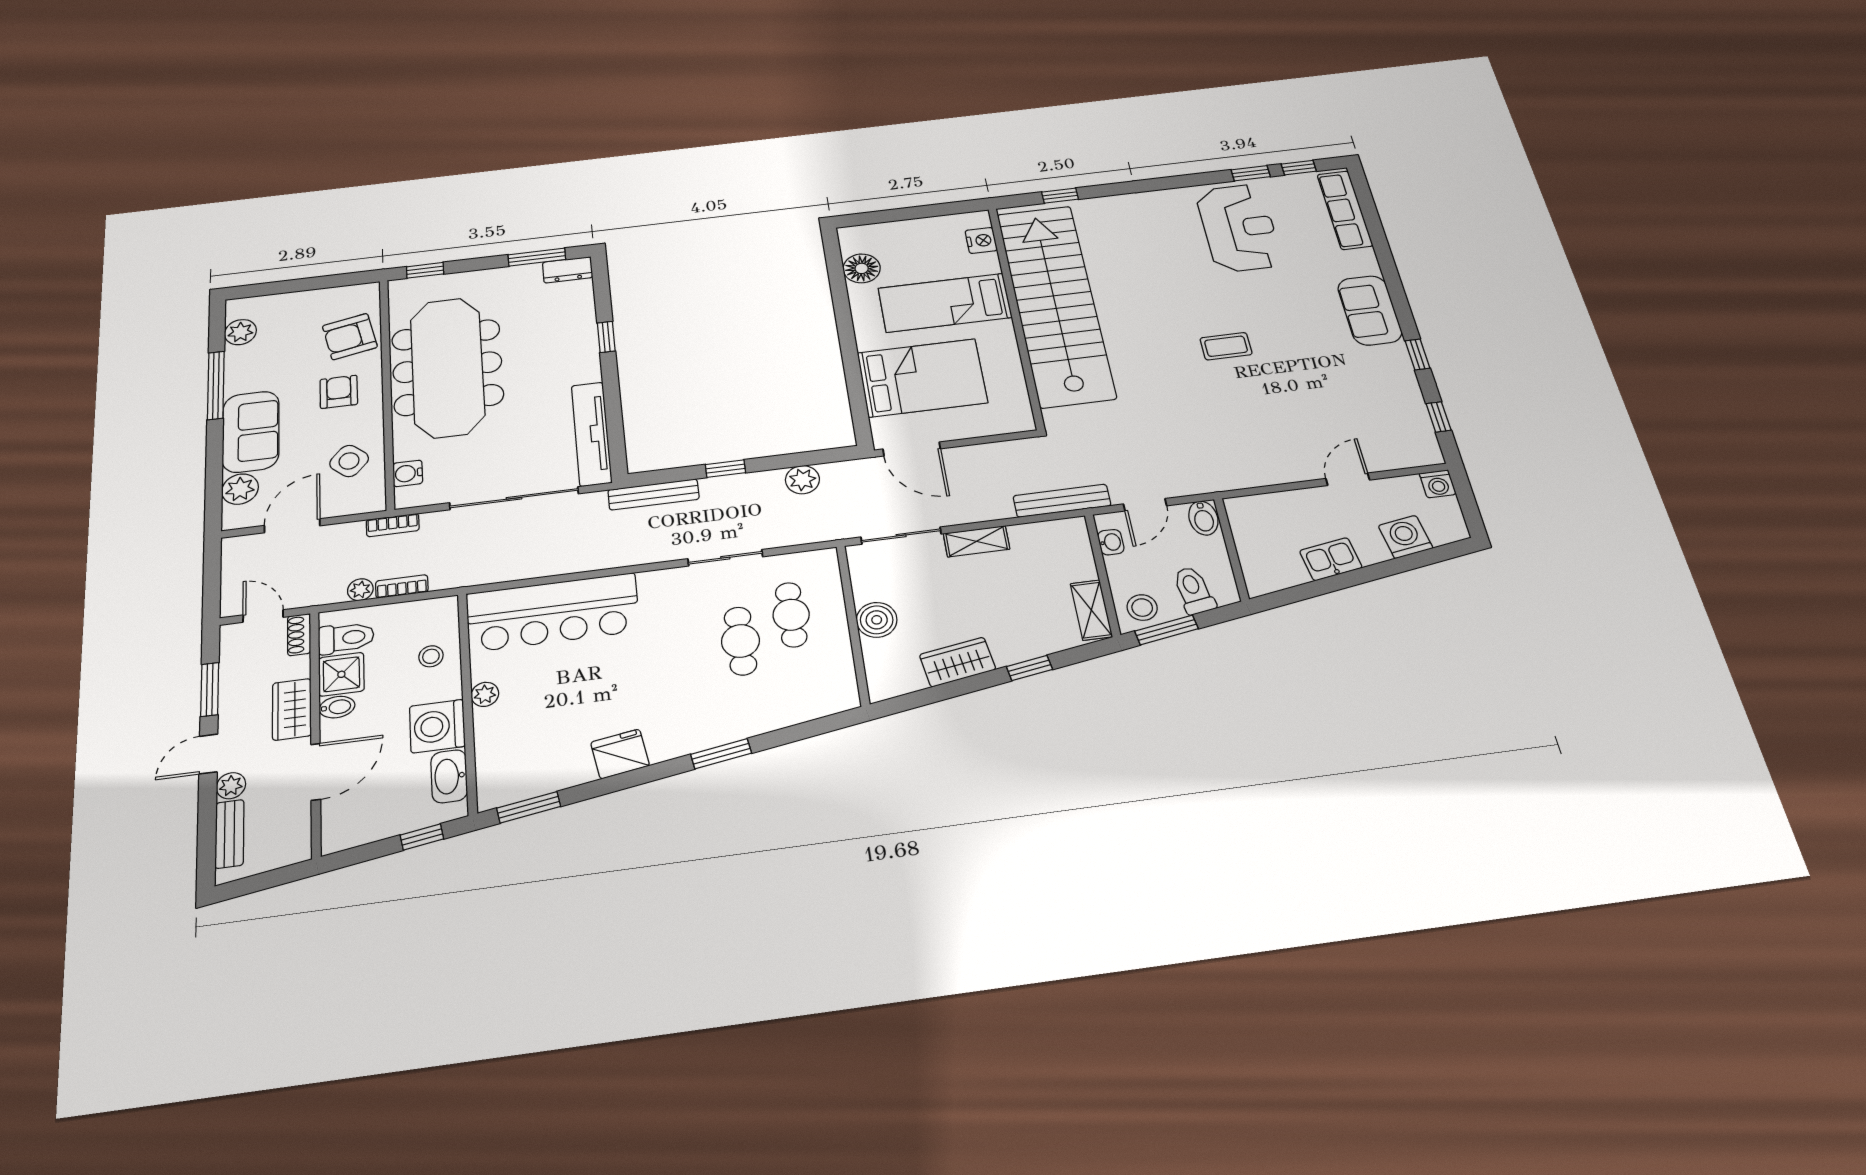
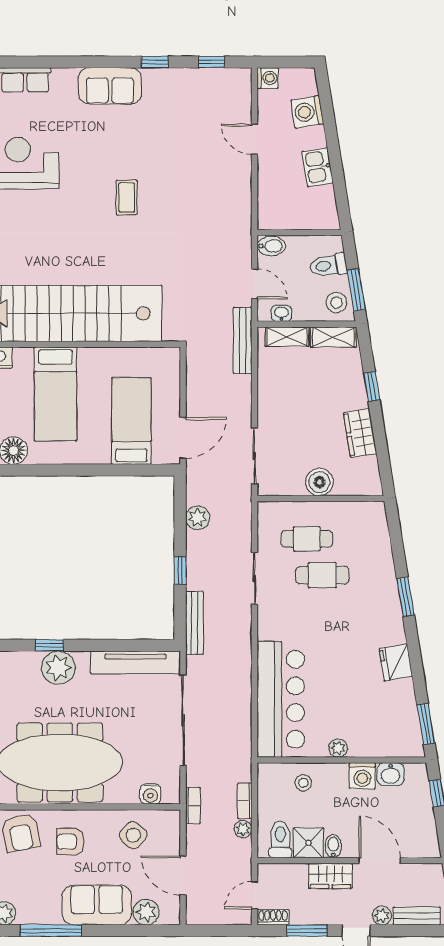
plant: (577, 350) -> (58, 668), added
bed: (922, 378) -> (131, 421), width x0.67
shelving: (976, 541) -> (287, 337), moved, turned 90
shoe rack: (299, 635) -> (273, 917), moved, turned 180
washing machine: (437, 726) -> (362, 776), width x0.73, depth x0.73
washbasin: (449, 776) -> (391, 774), width x0.72

